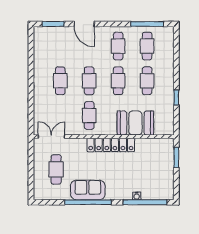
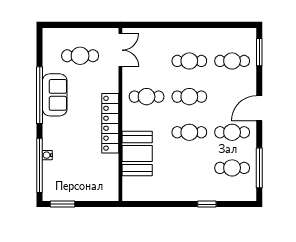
door: (84, 24) -> (259, 108), moved
cafe table: (147, 81) -> (232, 61), moved
window: (176, 98) -> (207, 204), moved
window: (176, 157) -> (63, 204), moved

